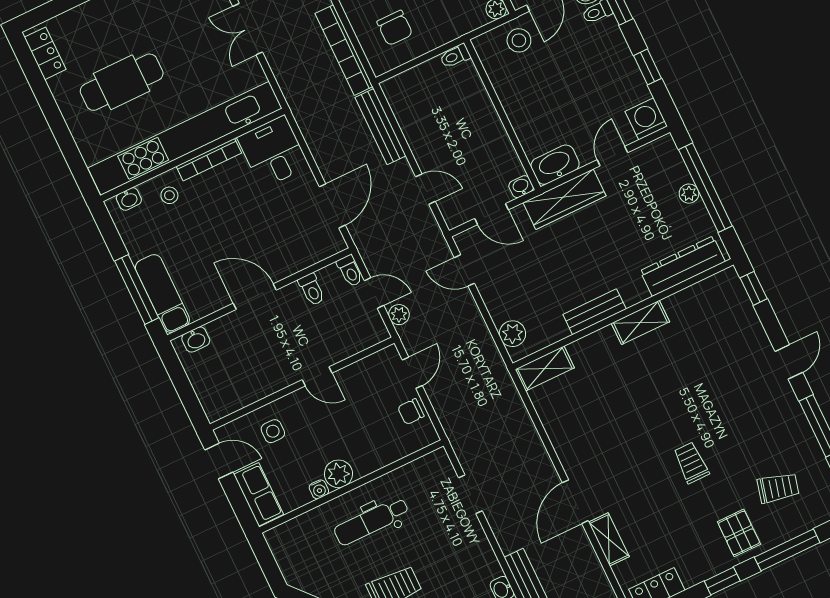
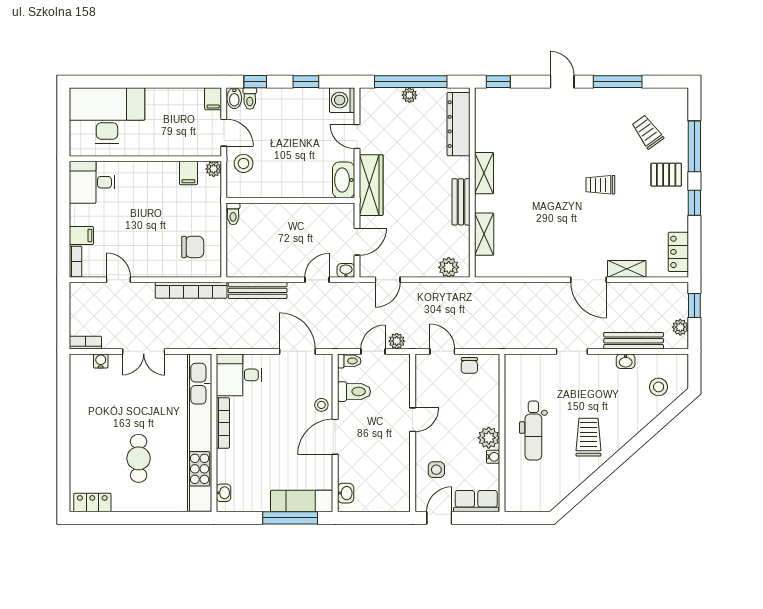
cafe table: (122, 82) -> (139, 458), width x0.73, depth x0.74
washbasin: (521, 187) -> (346, 270), moved, turned 90
stool: (169, 195) -> (321, 405), moved
toilet: (312, 289) -> (354, 392), width x1.37, depth x1.39
shelving: (545, 369) -> (484, 234), moved
trolley: (778, 488) -> (647, 132), turned -50
doorway: (470, 494) -> (572, 351), moved

